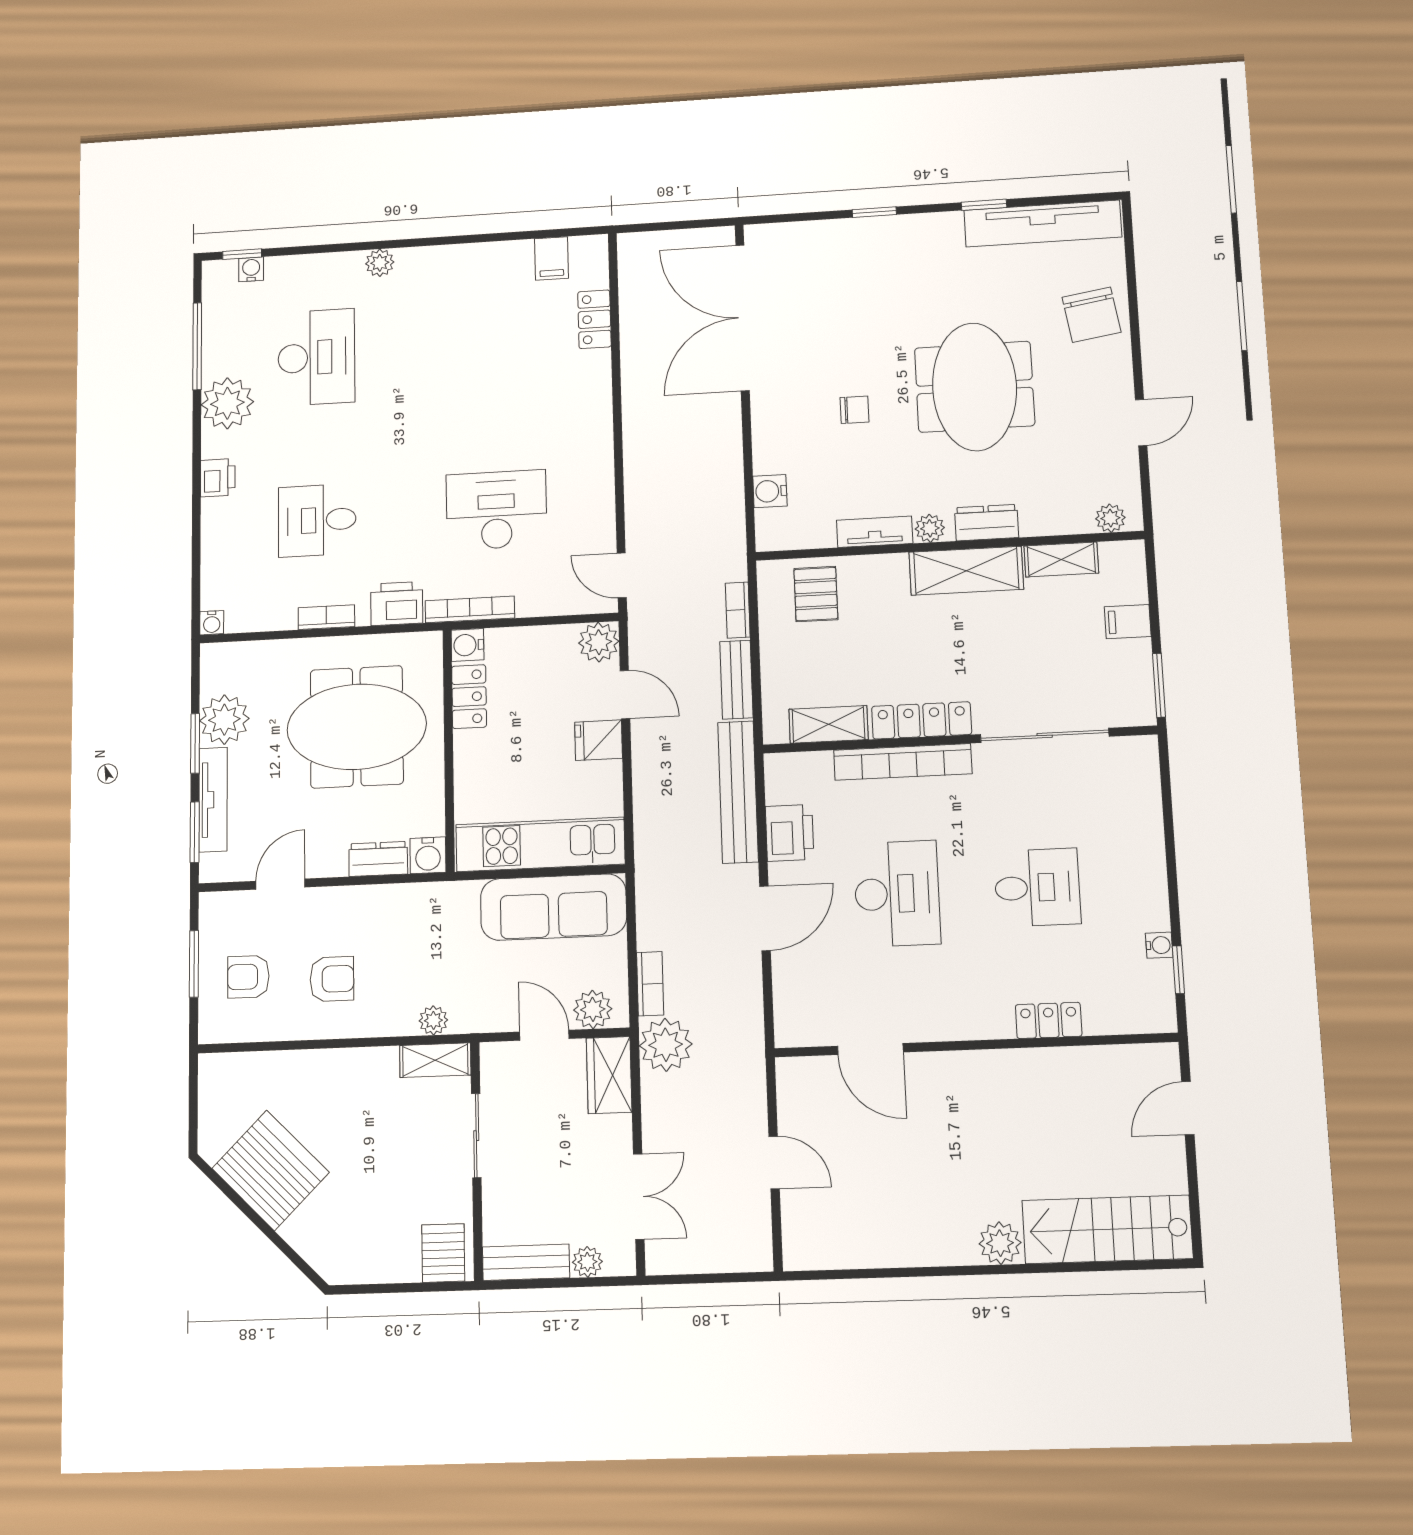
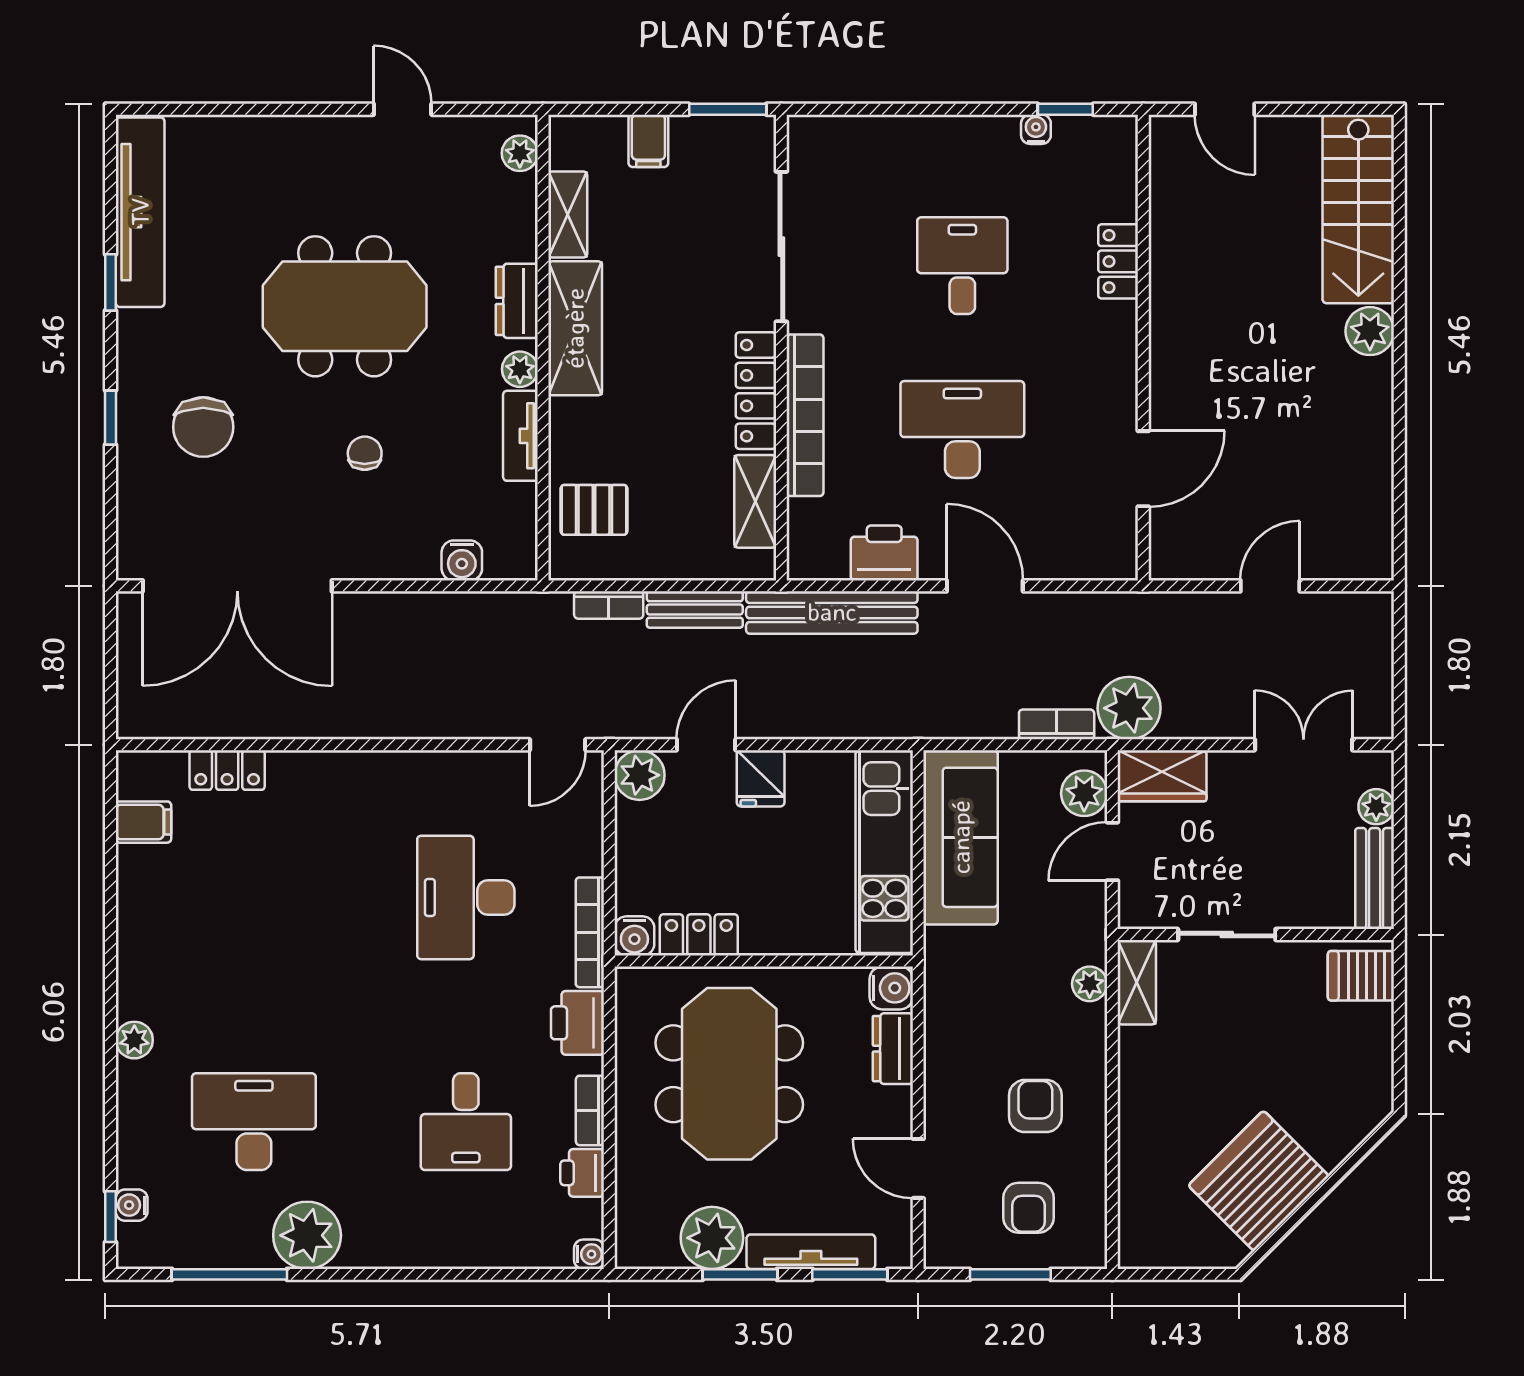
chair: (1092, 315) -> (203, 427), moved, turned 99
printer: (218, 478) -> (582, 1173), moved, turned -90

